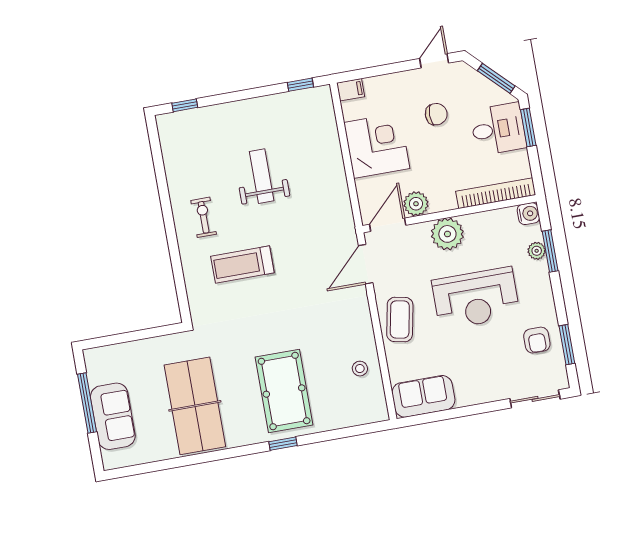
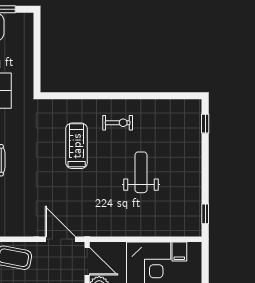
filing cabinet: (351, 90) -> (179, 251), moved
weight bench: (262, 176) -> (141, 172), turned -90

